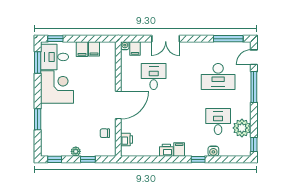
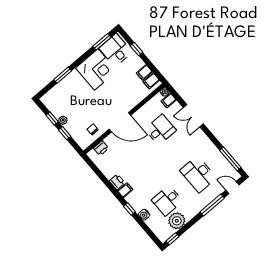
window: (55, 39) -> (136, 49), moved
filing cabinet: (82, 49) -> (151, 81), moved
desk: (218, 121) -> (167, 201), turned 180
window: (55, 159) -> (52, 119), moved

